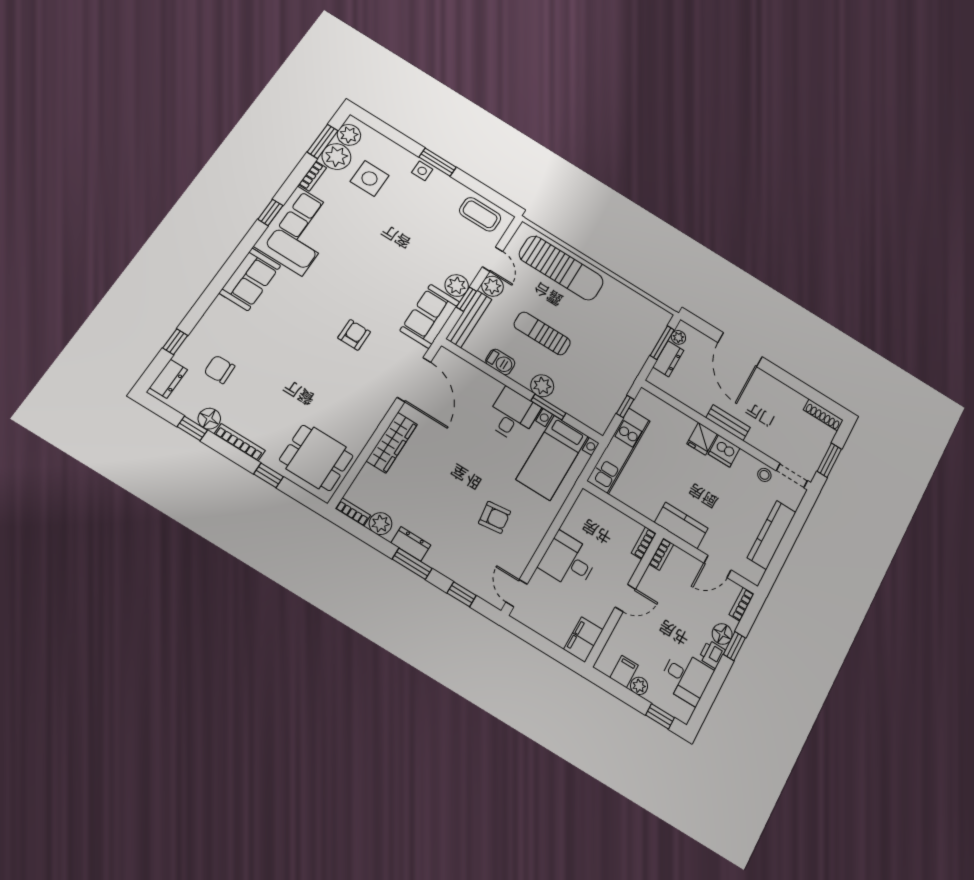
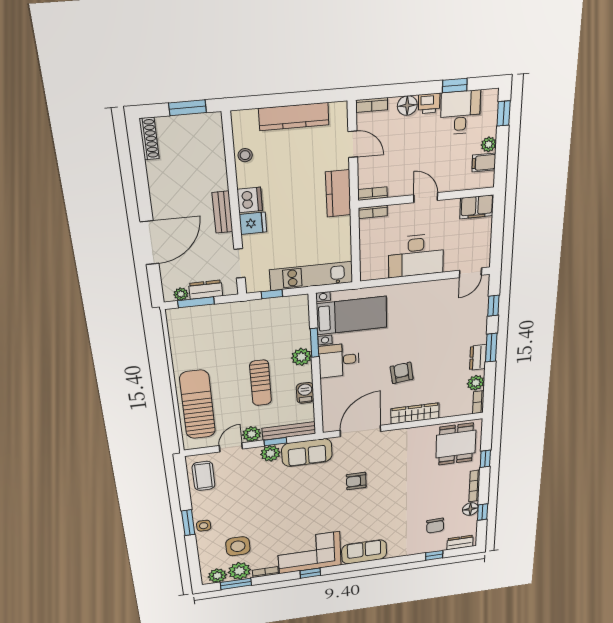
doorway: (792, 476) -> (239, 263), moved
armchair: (495, 517) -> (402, 373), moved
desk: (568, 561) -> (416, 256), width x1.37
window: (734, 646) -> (455, 85), moved

